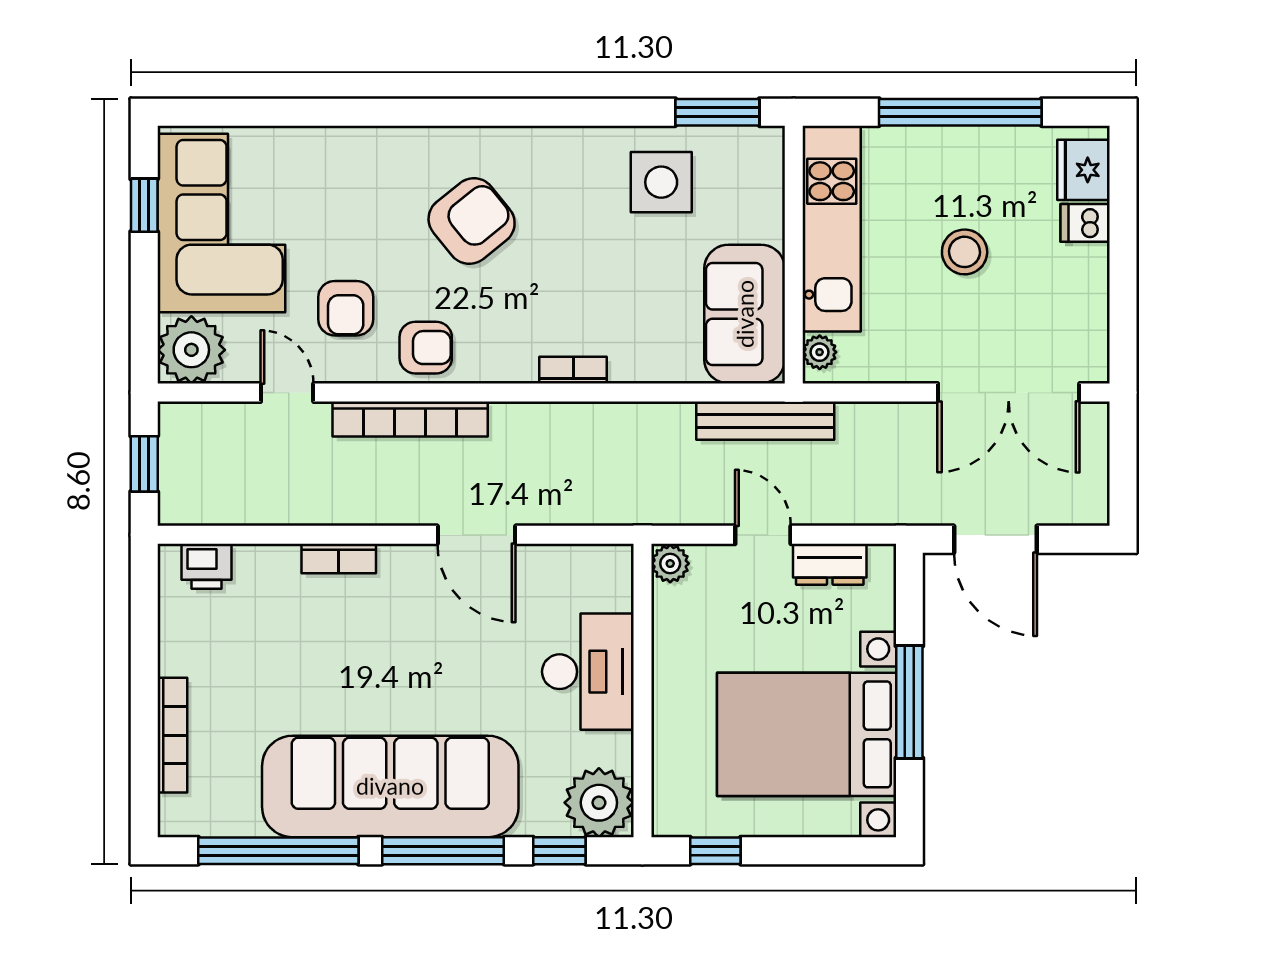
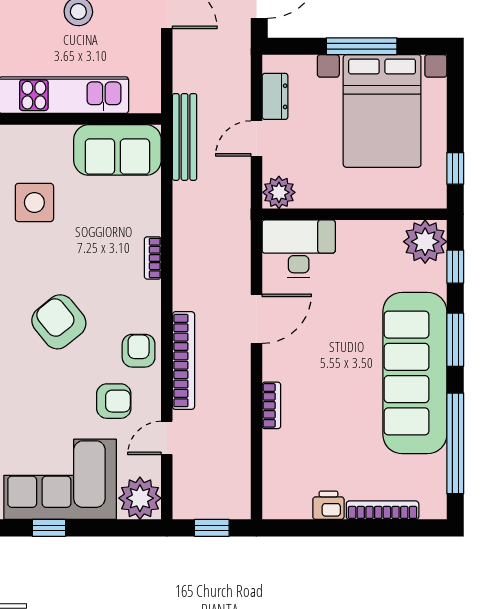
plant: (820, 352) -> (141, 103), removed
plant: (670, 564) -> (279, 192), width x1.38, depth x1.38
printer: (207, 566) -> (328, 505), moved, turned -90
desk: (588, 672) -> (299, 249), moved
window: (443, 851) -> (455, 340), width x0.69

